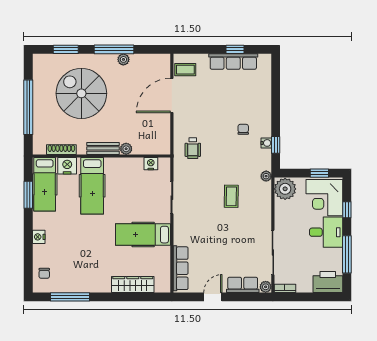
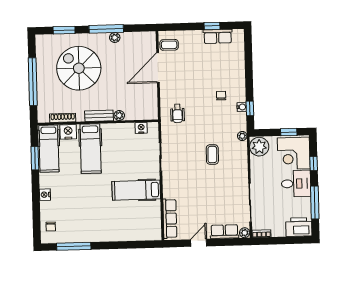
row of seats: (233, 61) -> (218, 36), width x0.68
wardrobe: (133, 284) -> (128, 234), removed

